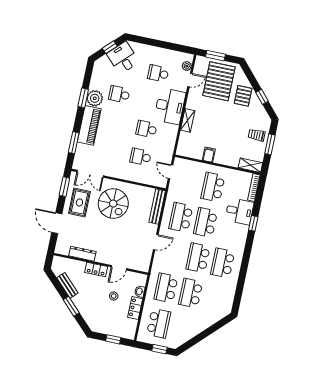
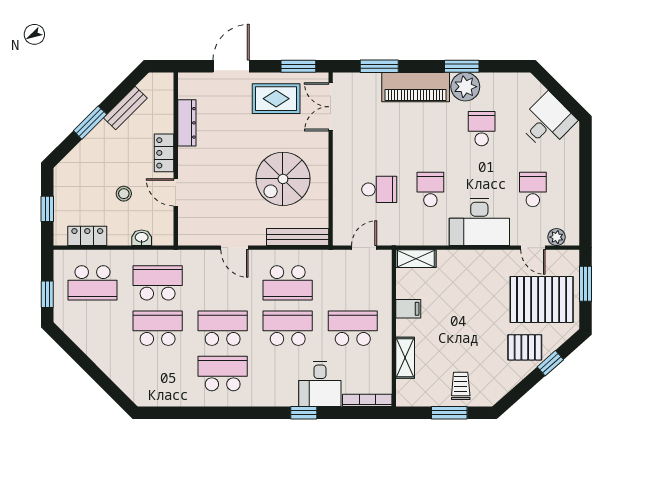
window: (110, 47) -> (561, 94), removed
window: (262, 97) -> (550, 363), moved
shelving: (188, 120) -> (416, 259), moved
school desk: (141, 157) -> (379, 189), turned 90
shelving: (250, 165) -> (405, 358), moved
spiral stairs: (113, 204) -> (283, 179), moved
school desk: (181, 217) -> (288, 283), turned 180
locker: (135, 308) -> (87, 236), moved

